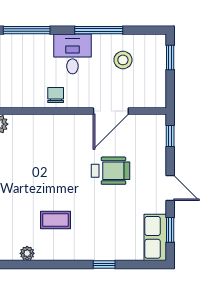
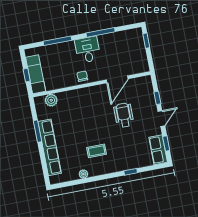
stool: (123, 60) -> (118, 48), removed
window: (170, 136) -> (157, 98), moved
wheelchair: (110, 171) -> (124, 115), turned -90
door: (170, 188) -> (161, 119), hinge flipped

